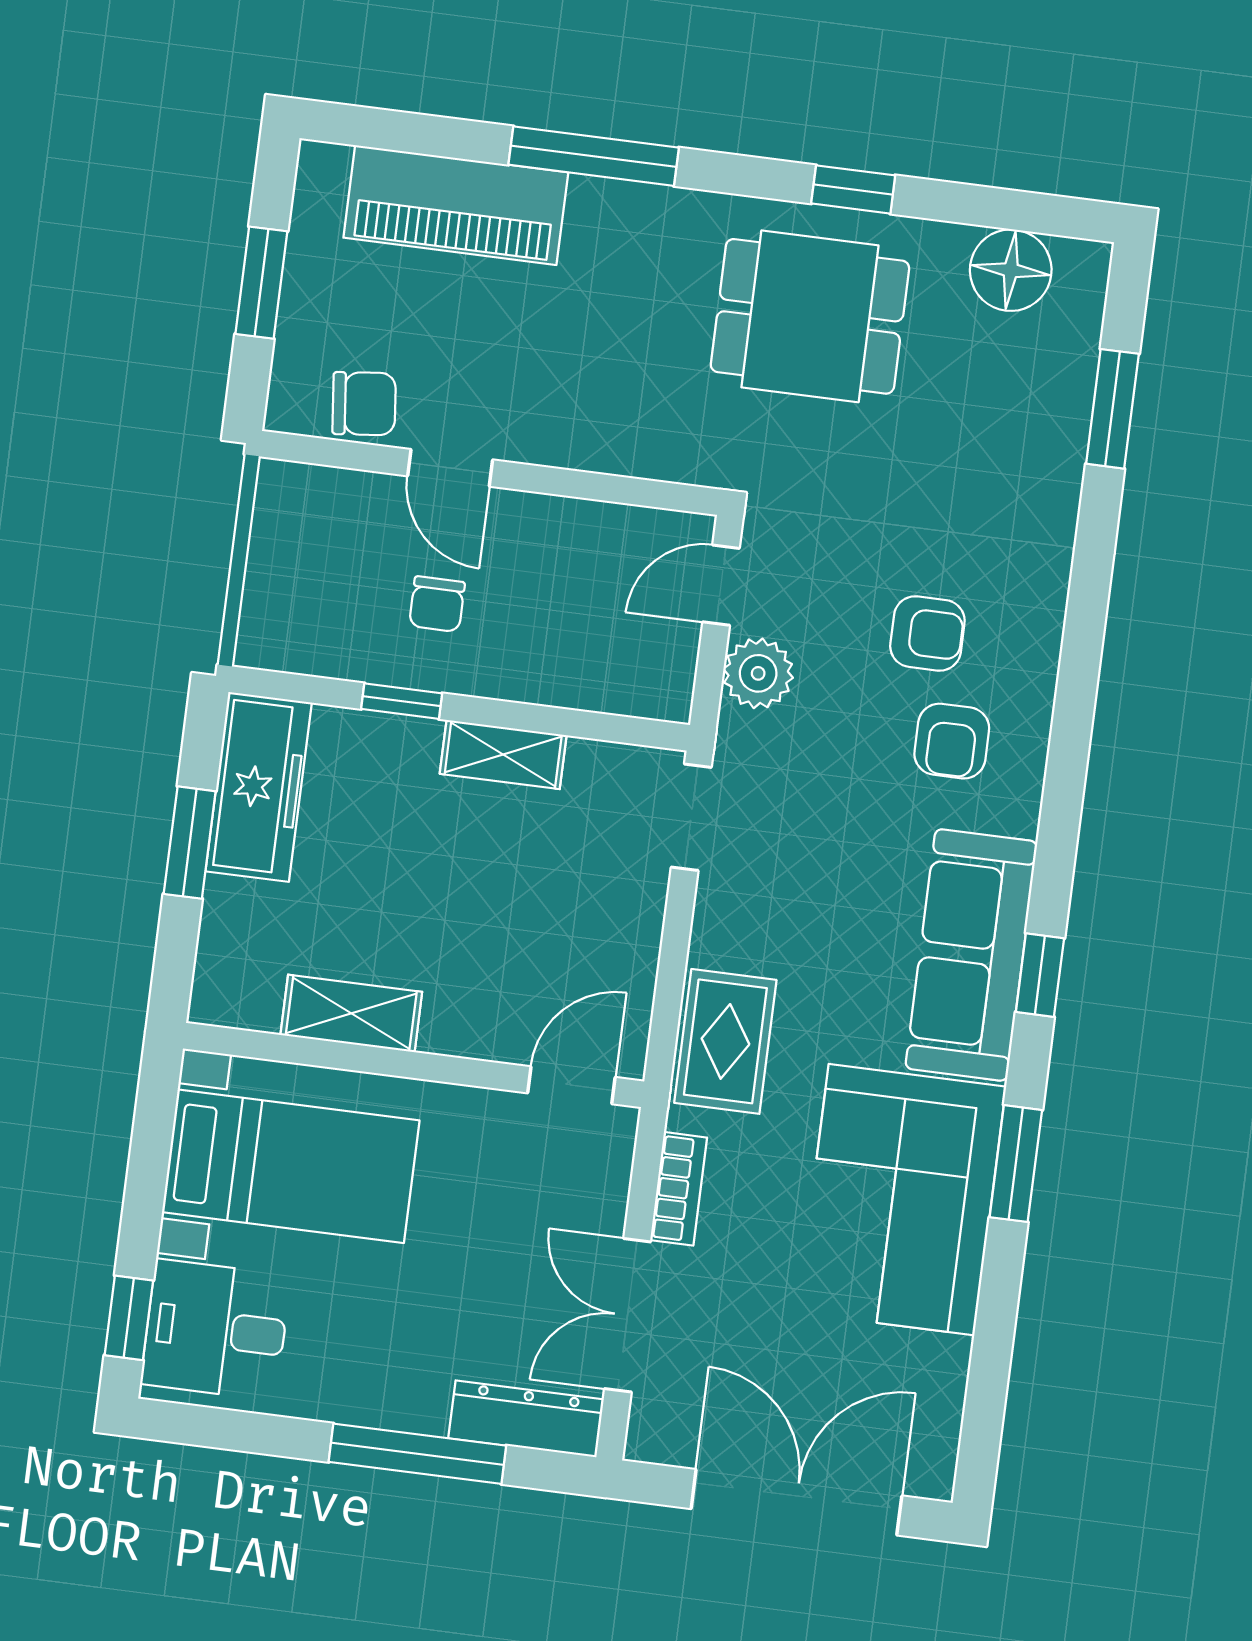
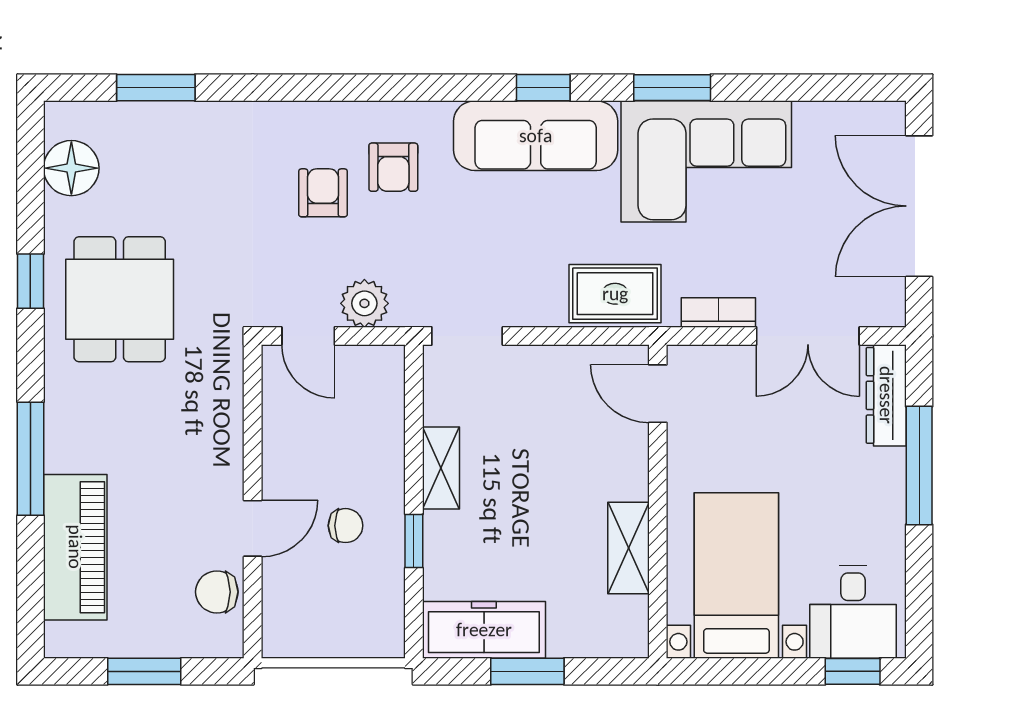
chair: (364, 404) -> (217, 592), turned -84
armchair: (952, 741) -> (393, 167), turned 90

